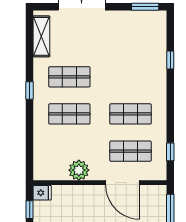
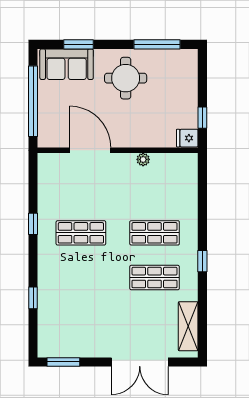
shop shelf: (131, 151) -> (81, 188), removed
window: (170, 152) -> (33, 224), moved
plant: (79, 170) -> (143, 159), width x0.53, depth x0.53

